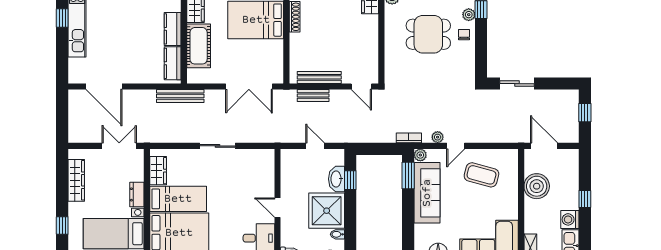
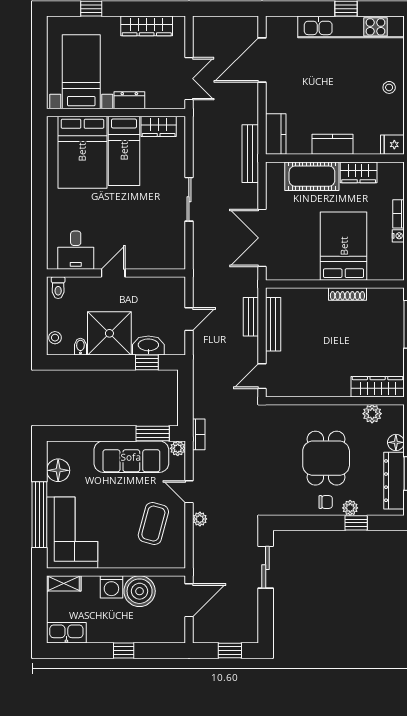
kitchen counter: (173, 63) -> (276, 134), moved, turned 90
plant: (438, 137) -> (200, 519), moved
washing machine: (570, 219) -> (111, 587), moved, turned 180

